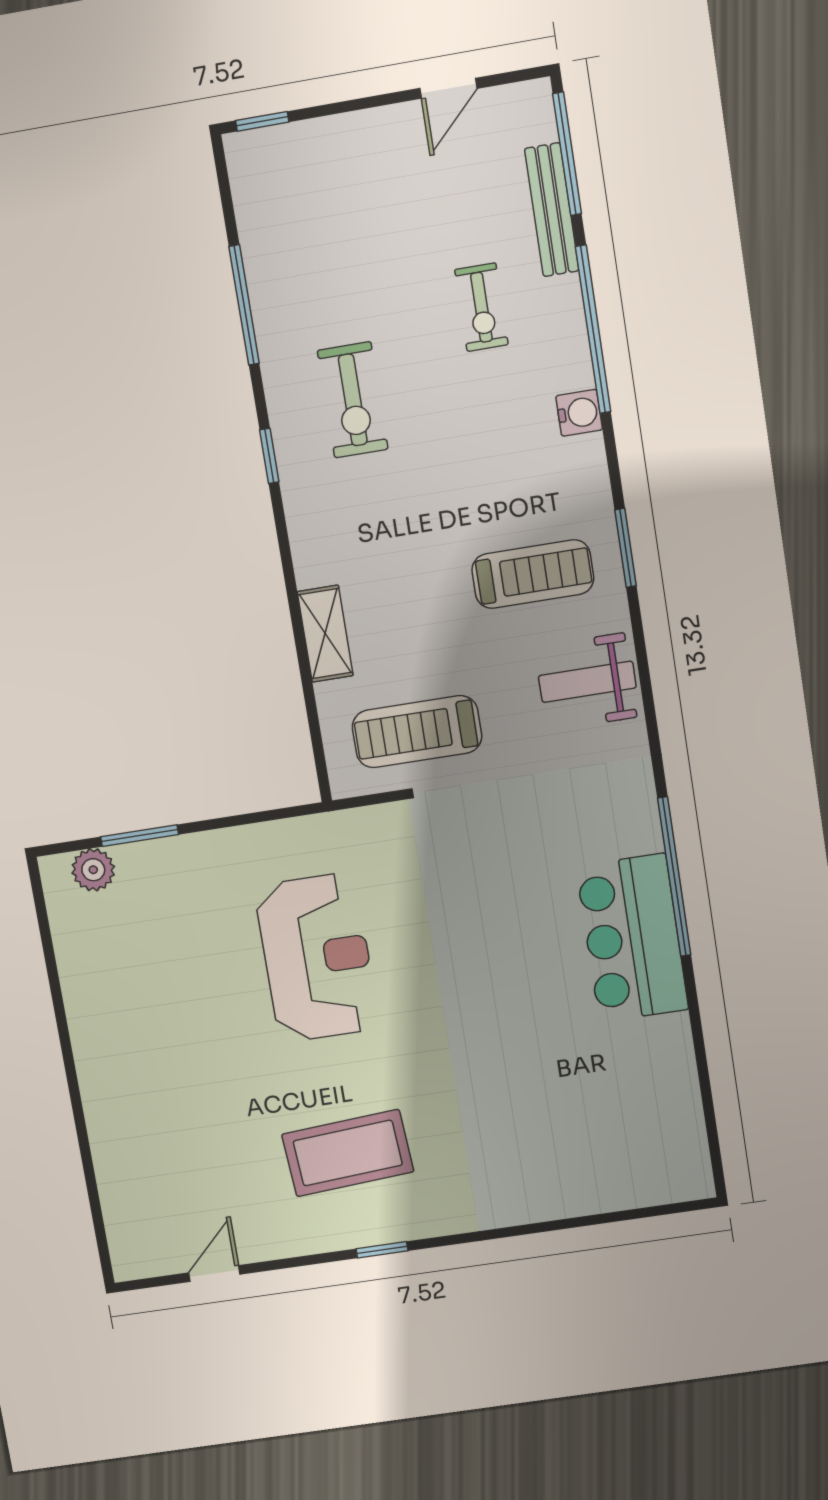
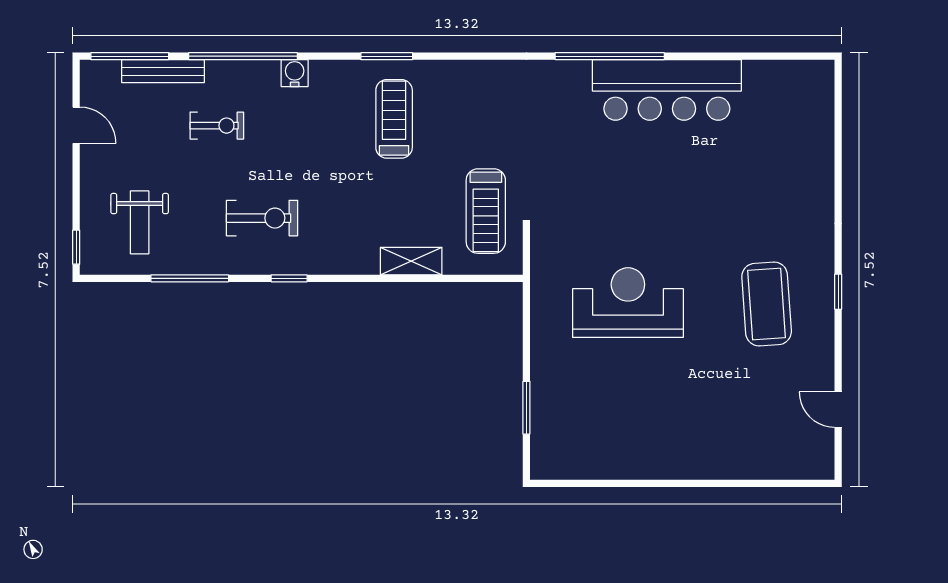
weight bench: (587, 682) -> (140, 222), moved
plant: (93, 870) -> (545, 443), removed
bar counter: (632, 938) -> (667, 90), width x1.36

